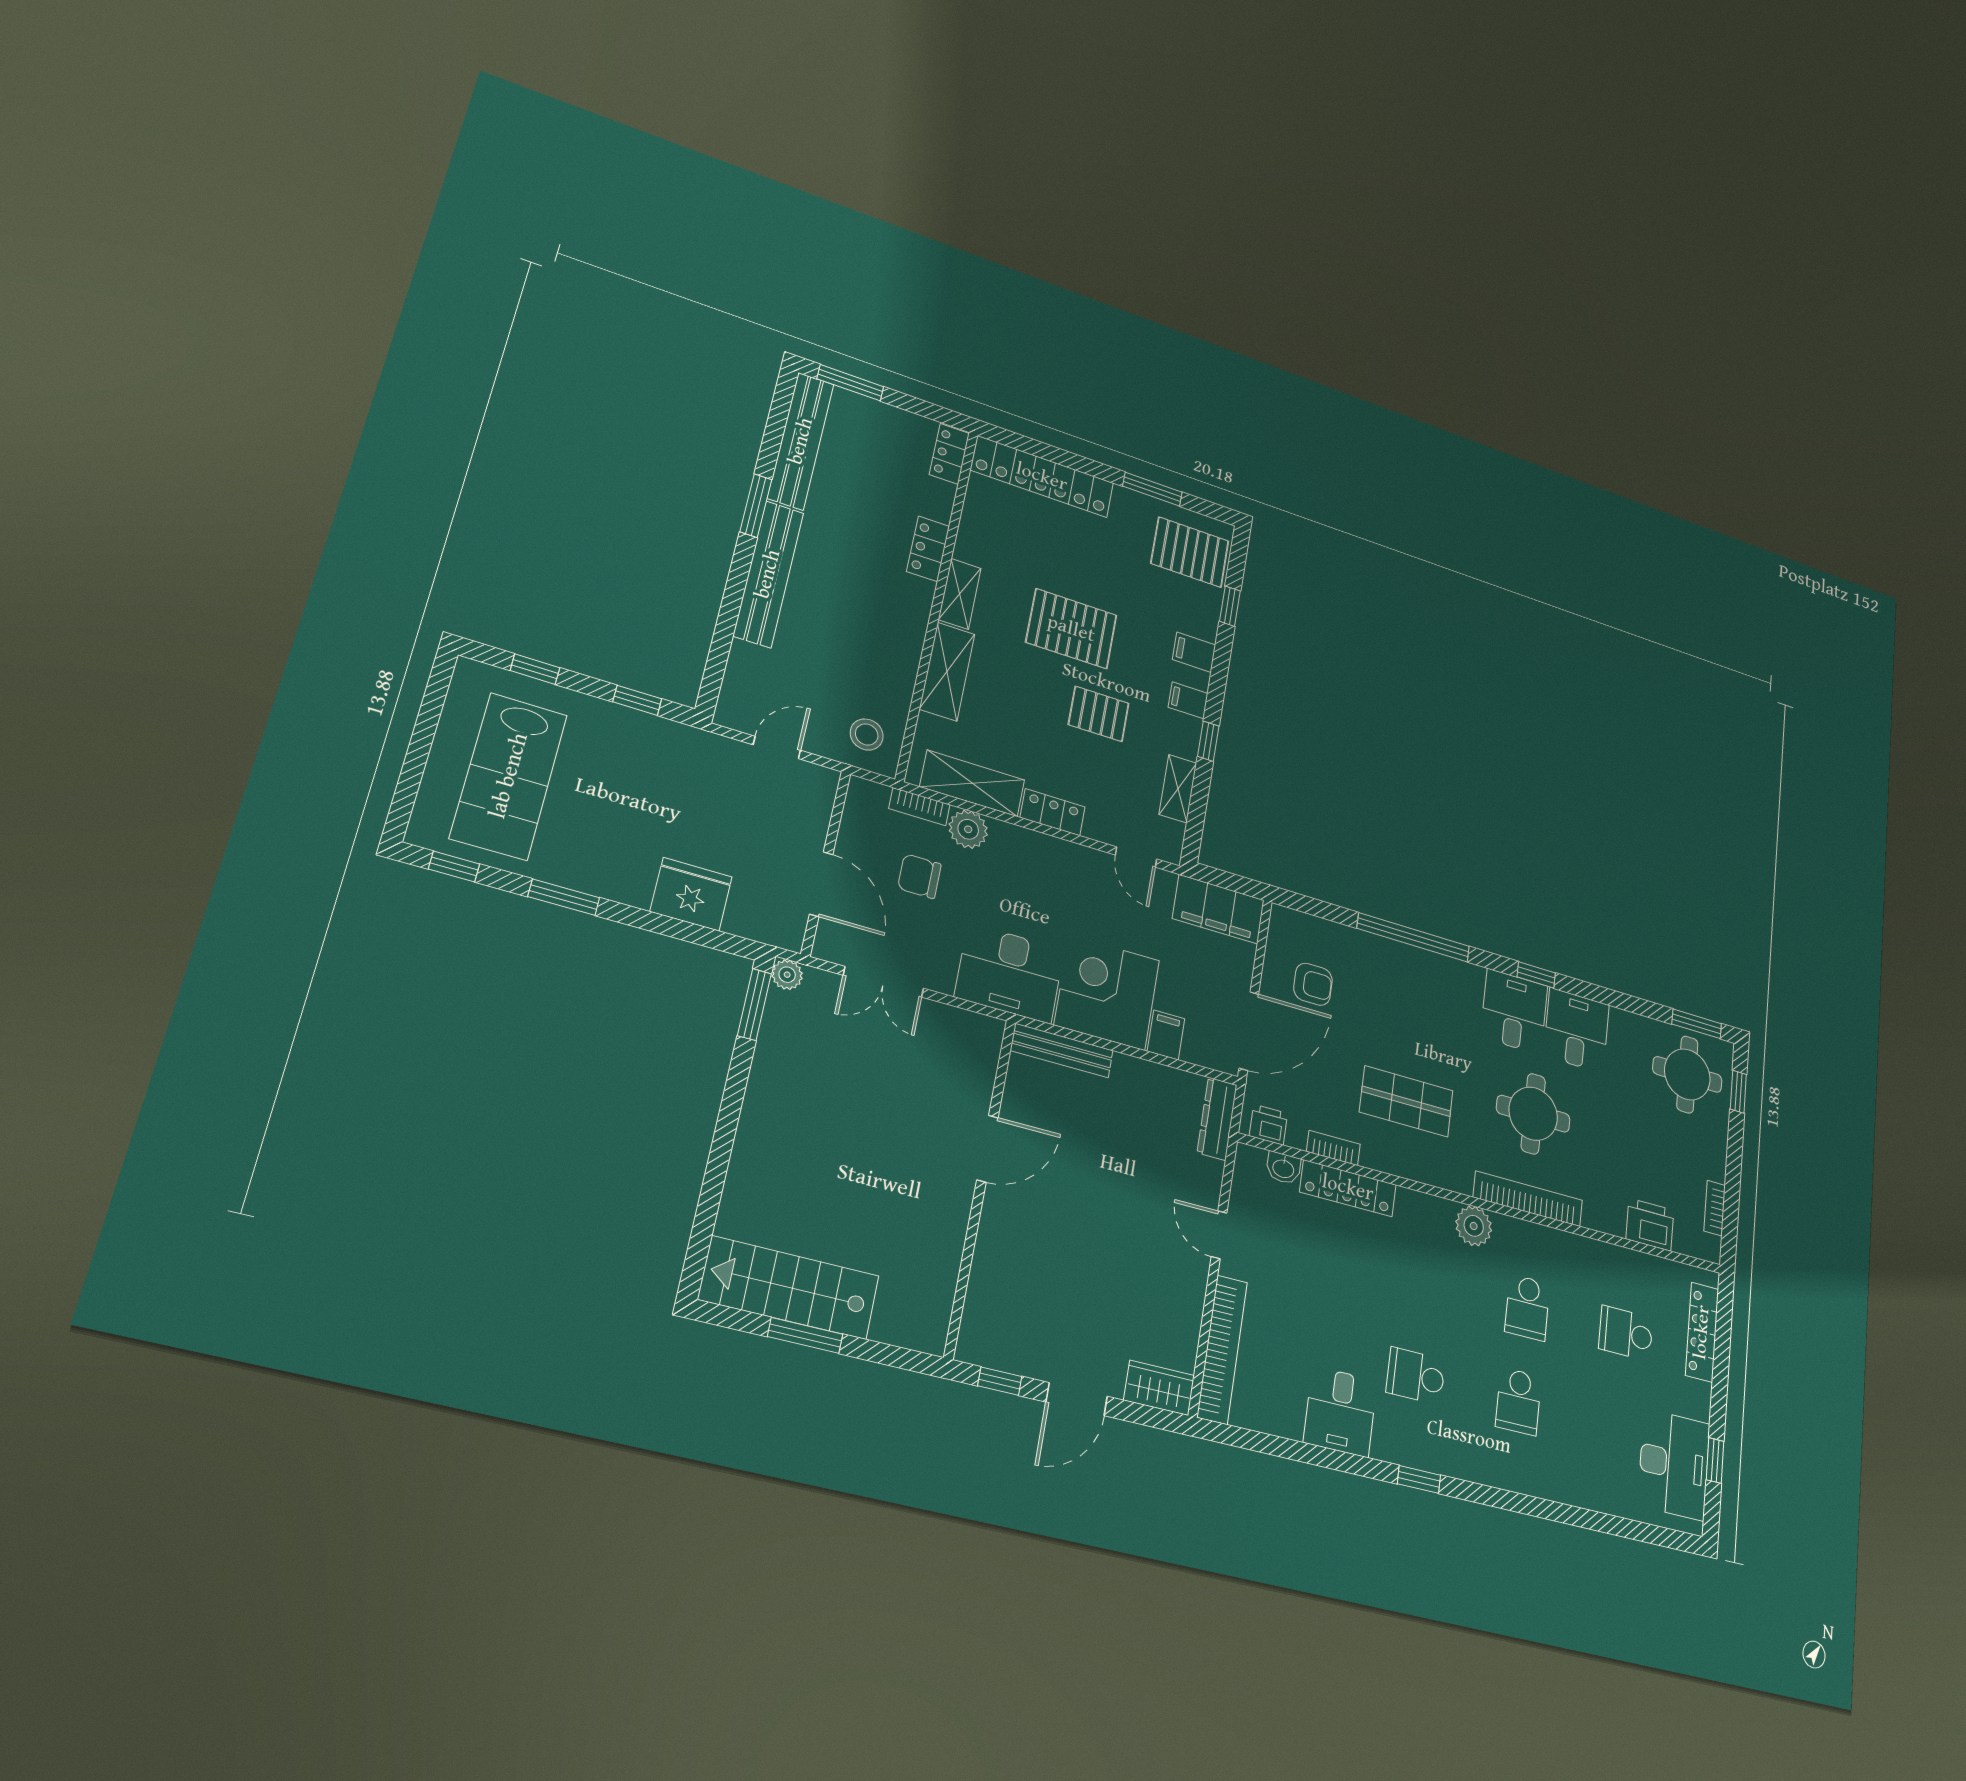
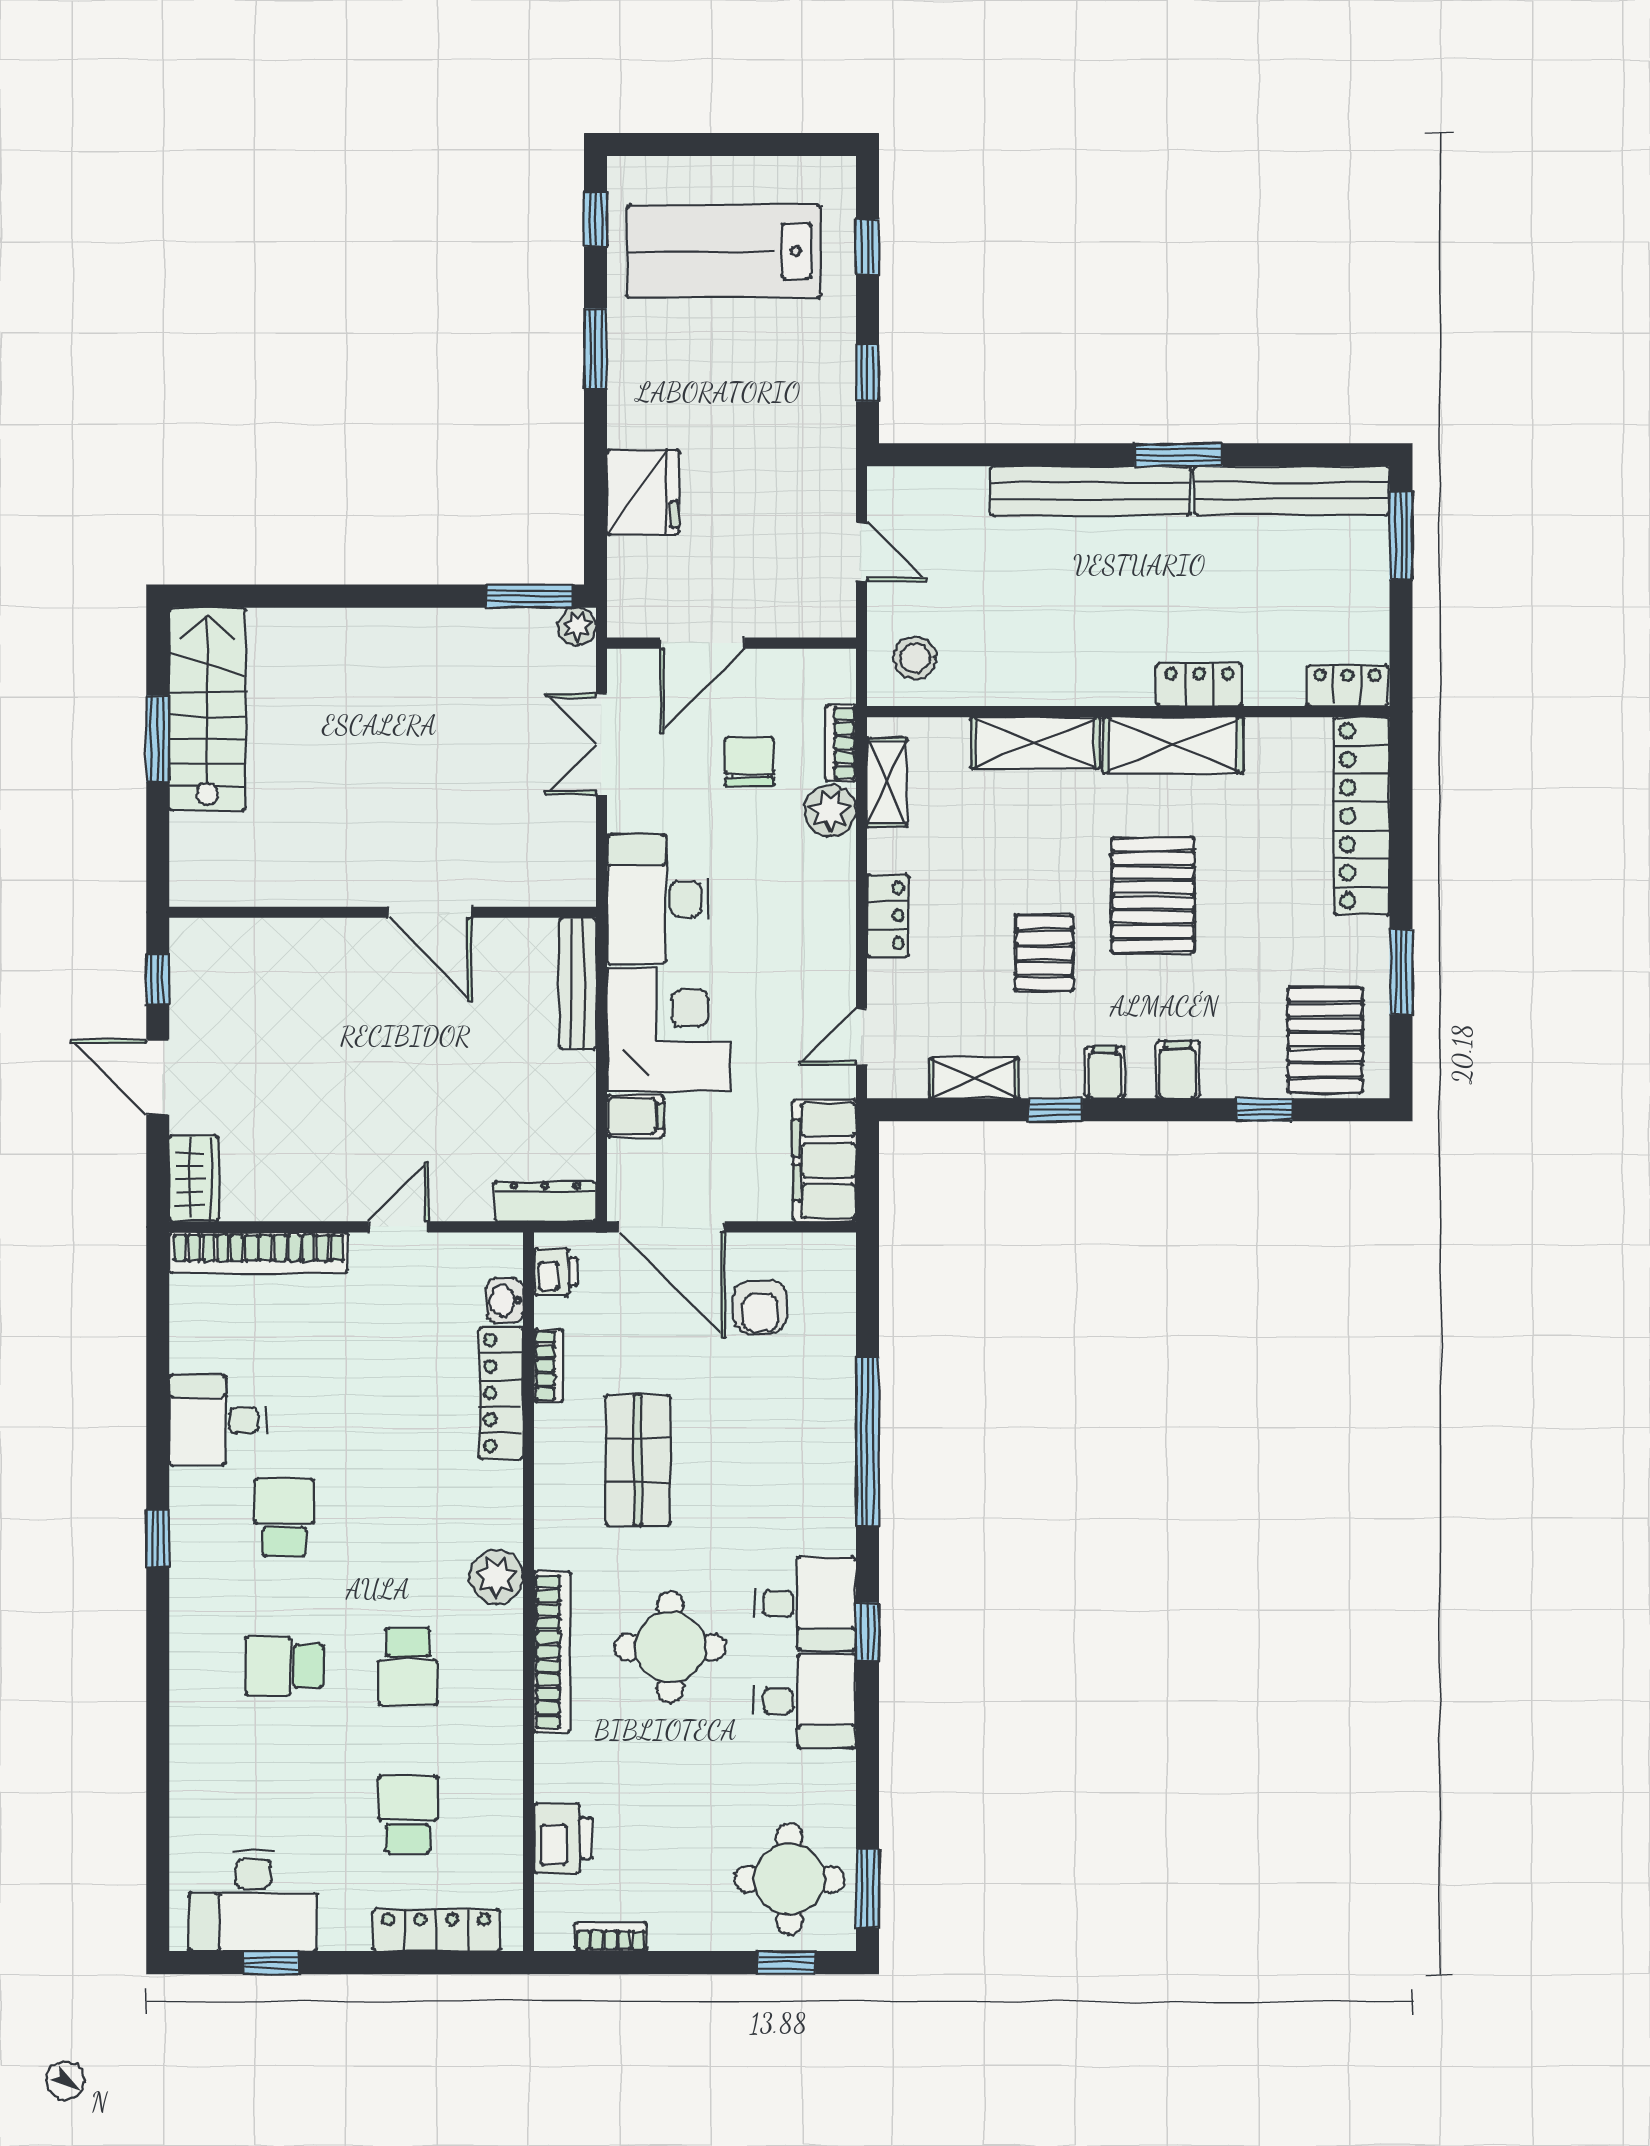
shelving: (960, 594) -> (1173, 745), width x1.50, depth x1.33
shelving: (972, 783) -> (887, 782), width x0.67, depth x0.75
school desk: (1527, 1308) -> (408, 1666), turned -90

